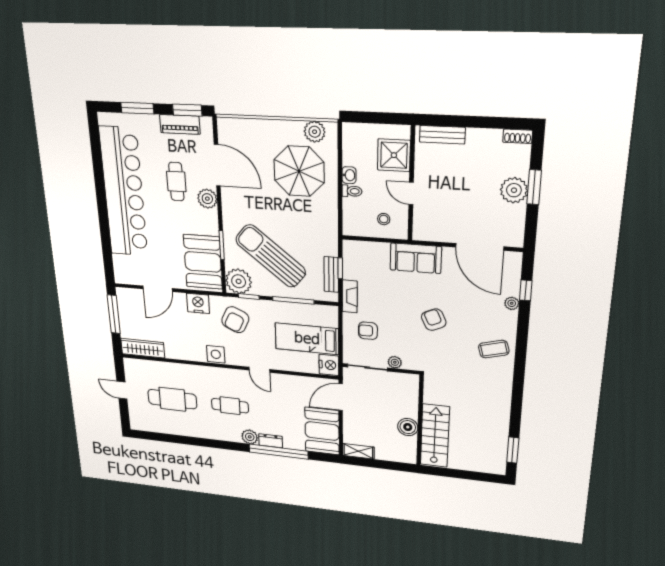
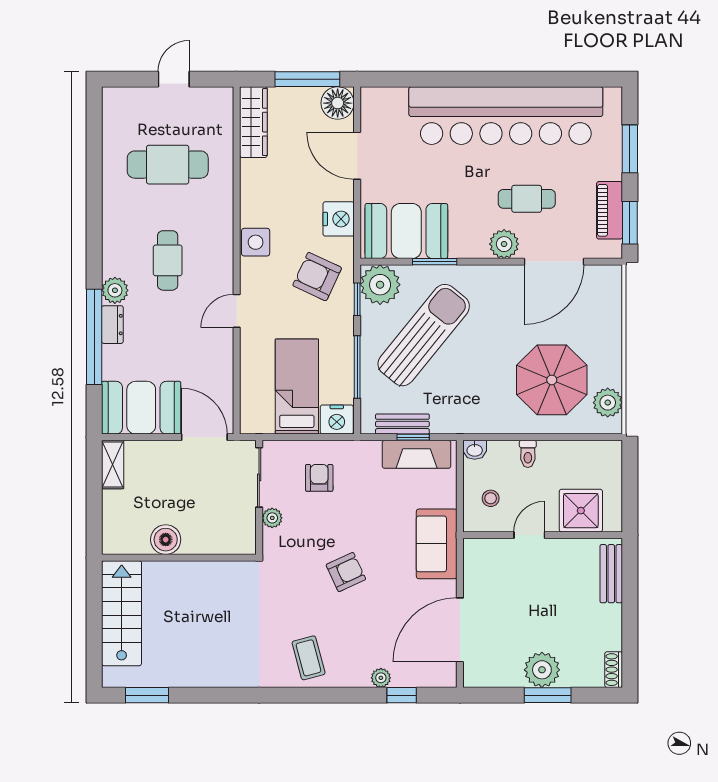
washbasin: (349, 175) -> (475, 450), moved
fireplace: (350, 296) -> (417, 454), moved, width x1.37, depth x1.32
floor lamp: (126, 298) -> (338, 103), added
nightstand: (329, 365) -> (337, 420), moved
cafe table: (172, 399) -> (168, 165), turned 90
stairs: (435, 436) -> (122, 613), moved, turned -90

